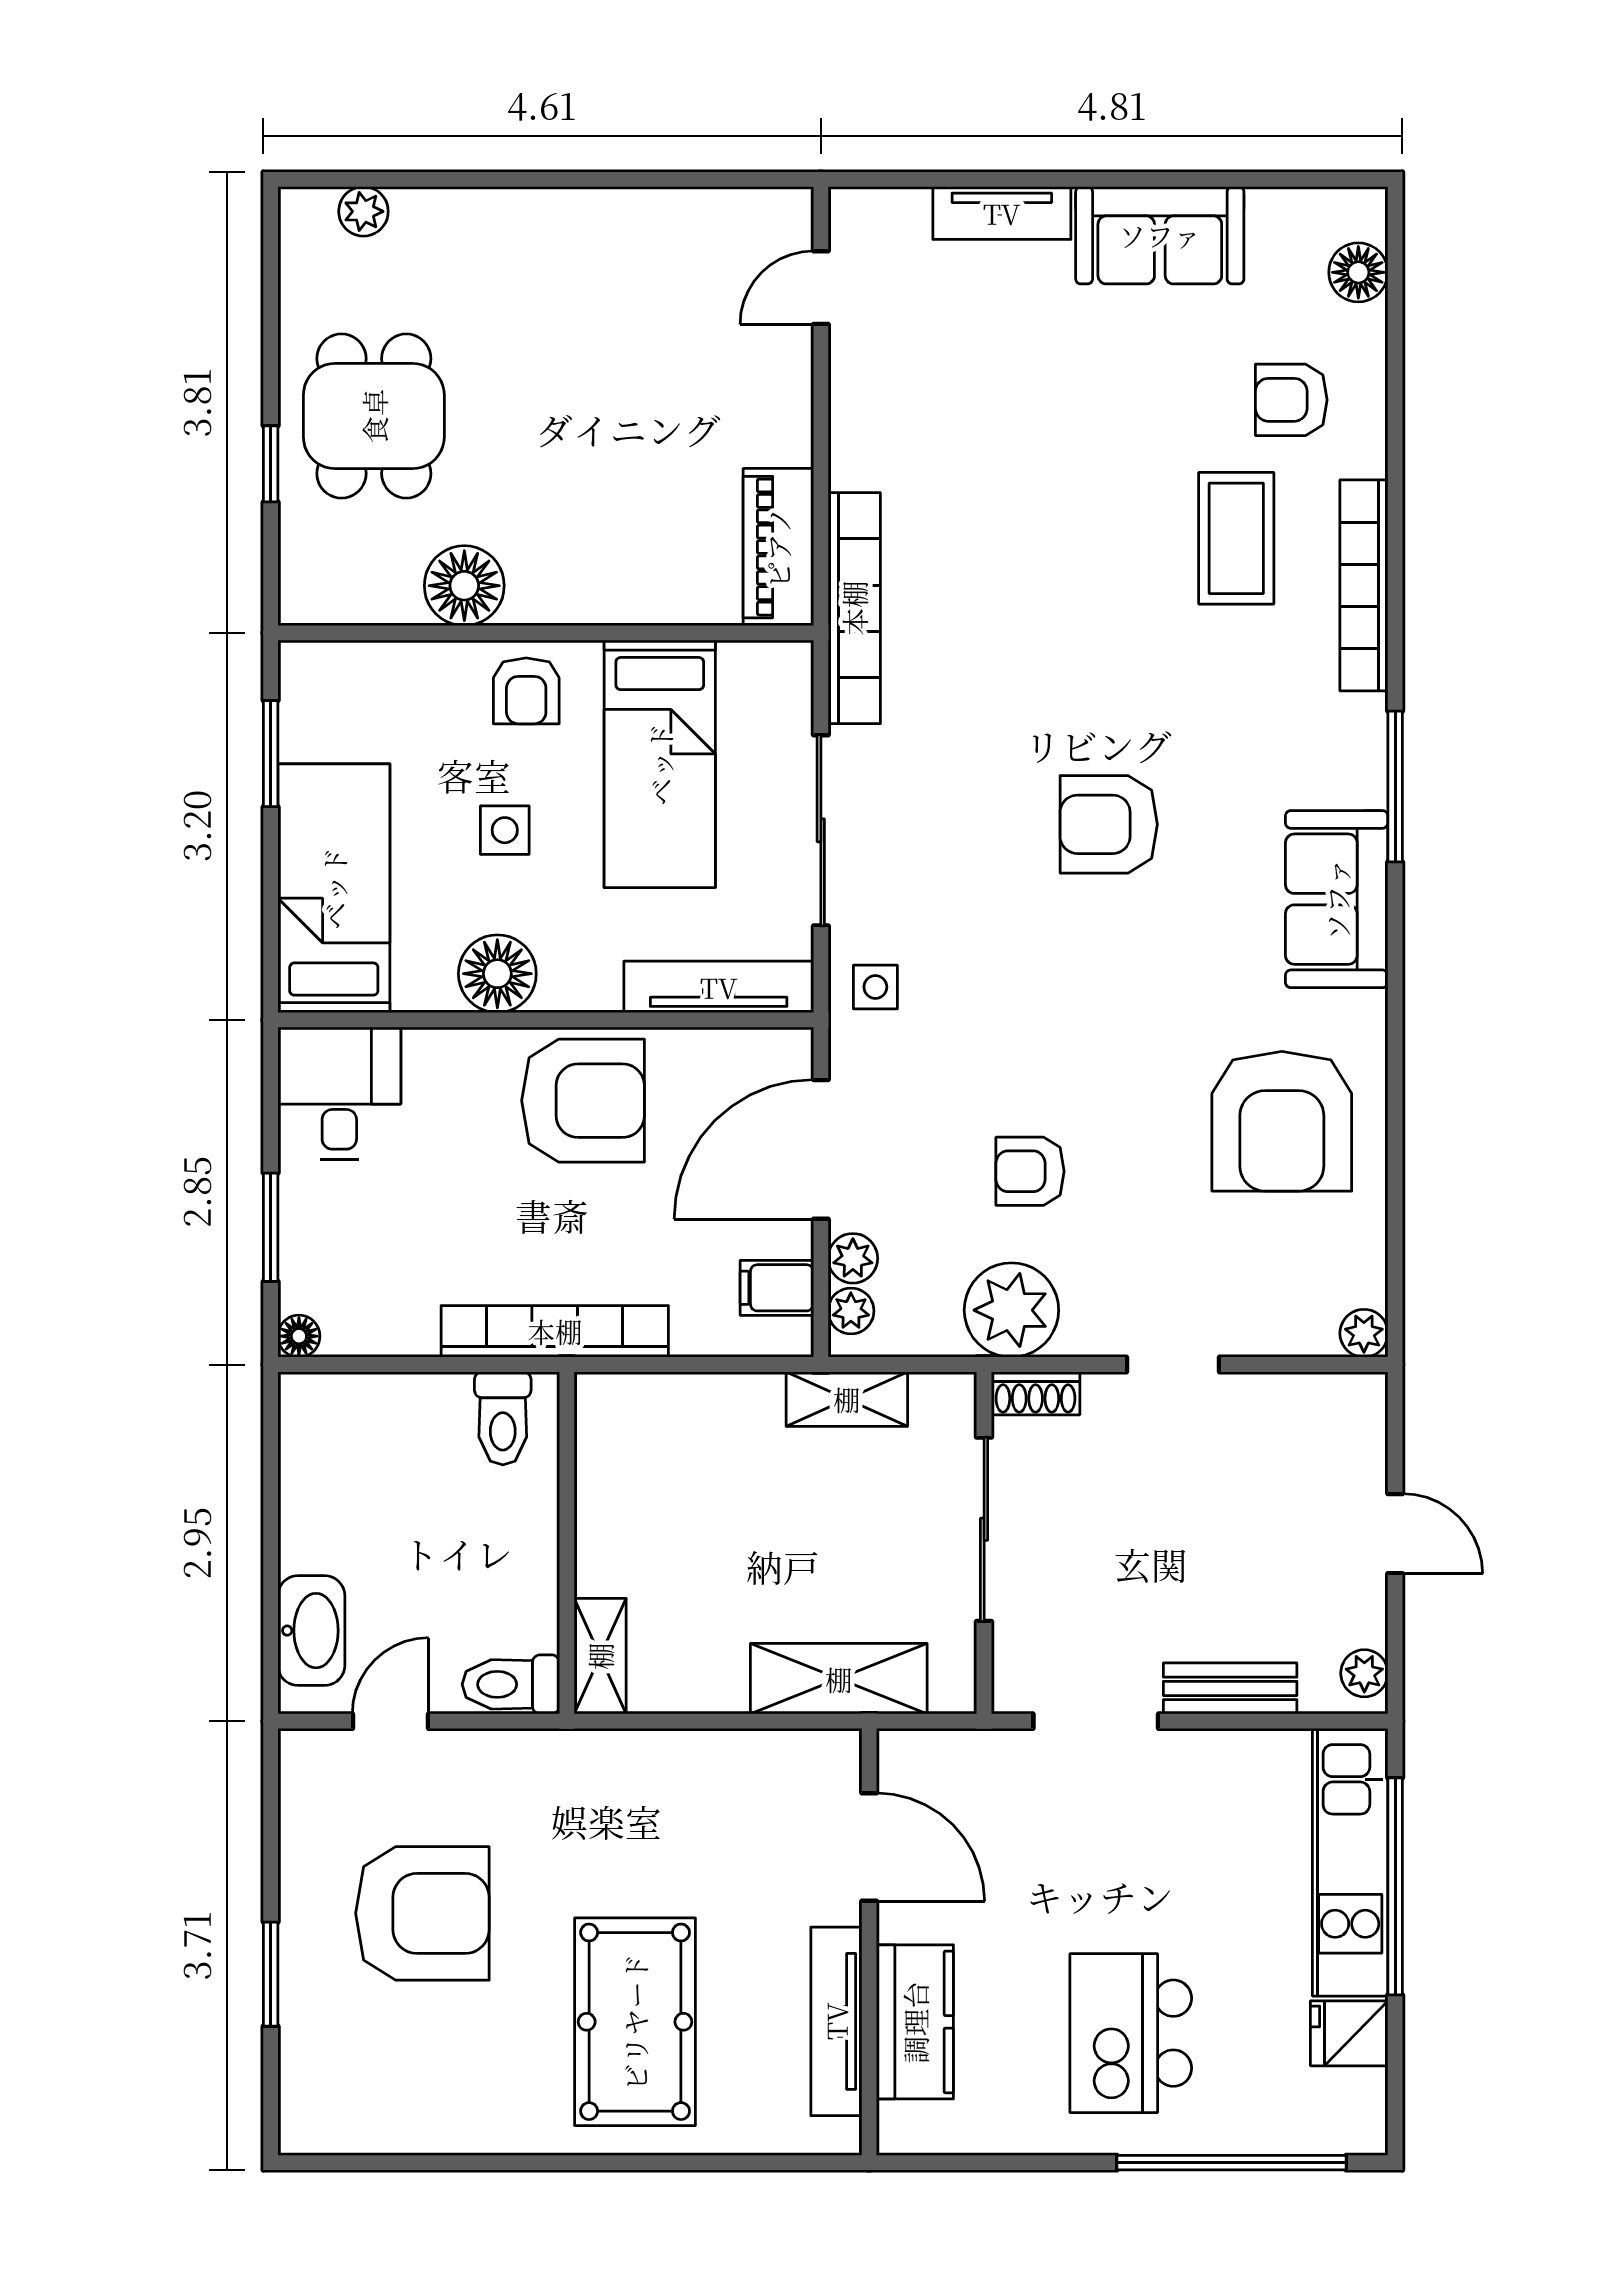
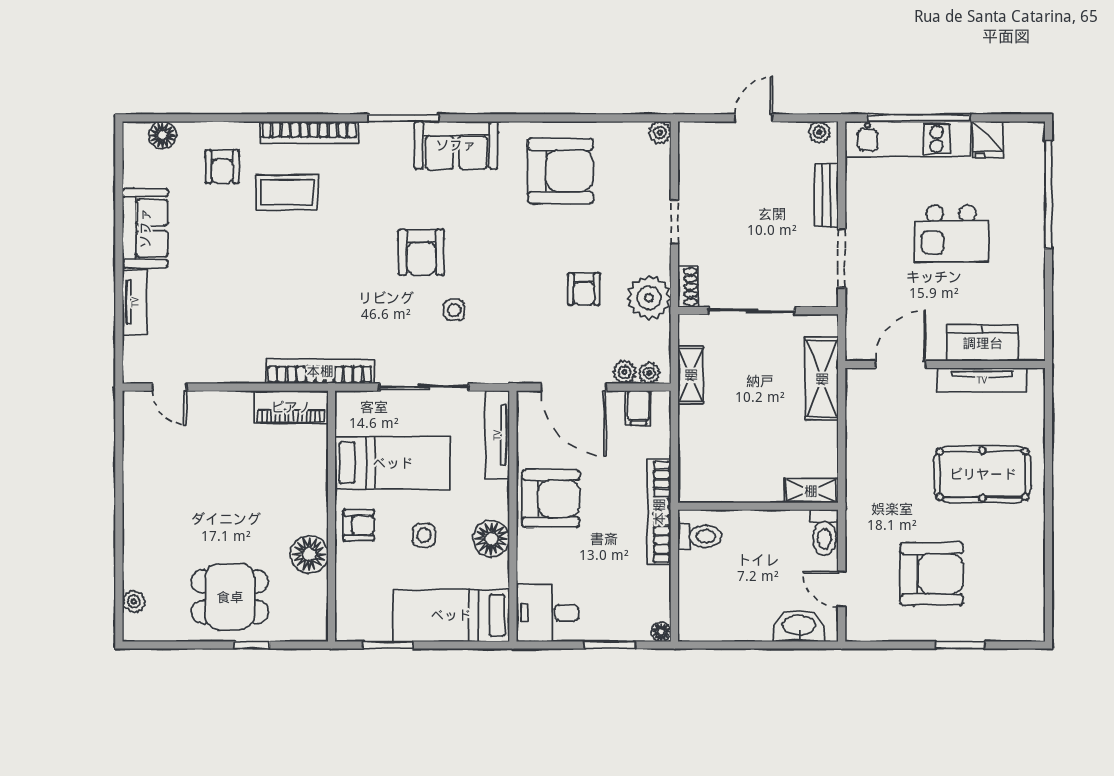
side table: (875, 987) -> (454, 310), moved
armchair: (583, 1101) -> (551, 499), turned 90
armchair: (422, 1913) -> (932, 574), turned 90
kitchen island: (1131, 2033) -> (951, 233), moved

